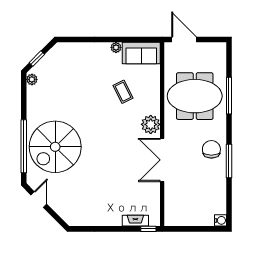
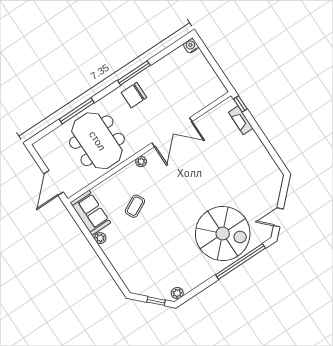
plant: (151, 124) -> (141, 162), width x0.53, depth x0.53

